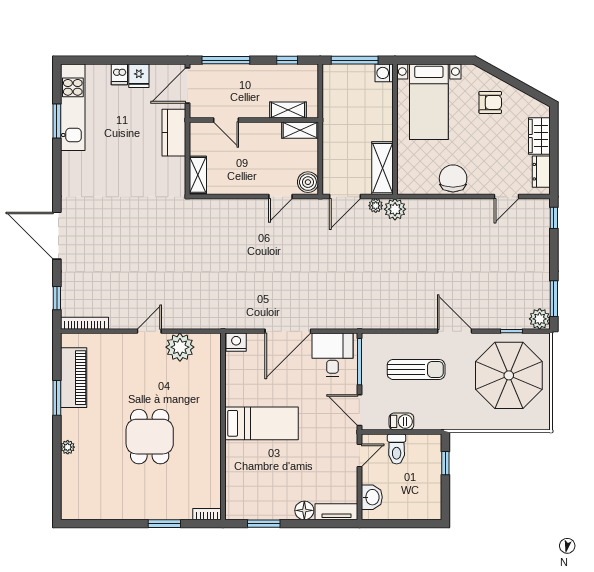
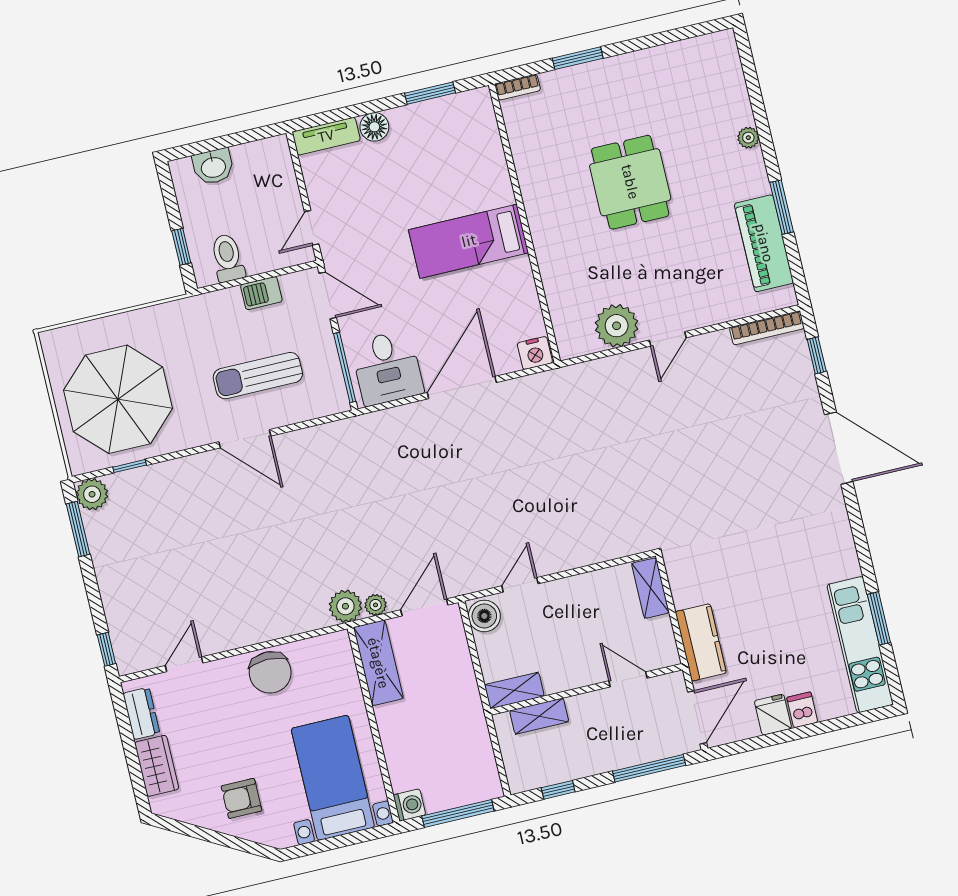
door: (455, 331) -> (245, 439), moved
toilet: (397, 449) -> (228, 258), moved
washbasin: (372, 497) -> (213, 167), moved, turned -90

